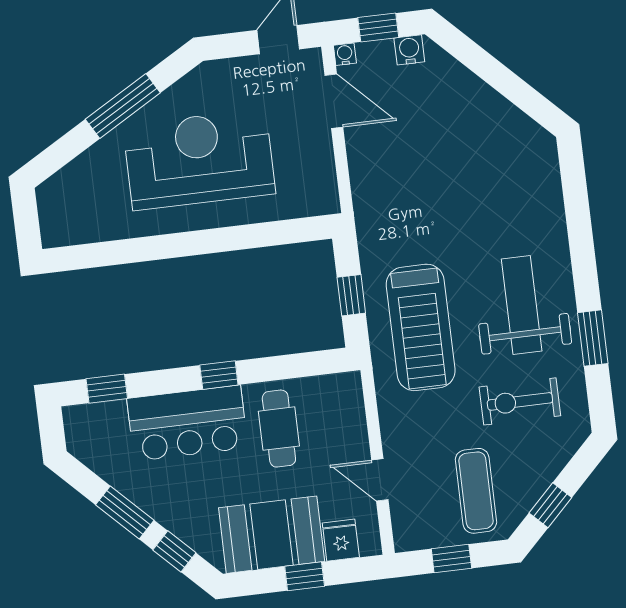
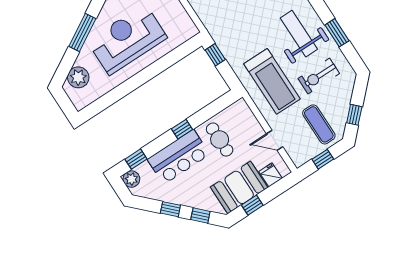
plant: (74, 185) -> (78, 77), added
window: (351, 295) -> (215, 55), moved
treadmill: (421, 327) -> (272, 81), moved
plant: (80, 421) -> (131, 179), added
window: (125, 512) -> (170, 209), width x0.67
window: (305, 576) -> (252, 205), moved

